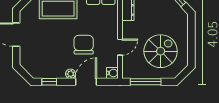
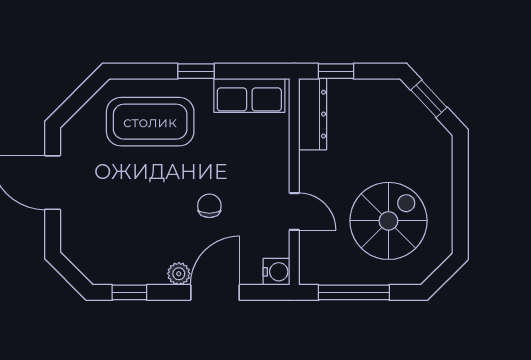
chair: (84, 45) -> (209, 206), width x0.54, depth x0.54
door: (120, 47) -> (294, 211), hinge flipped

